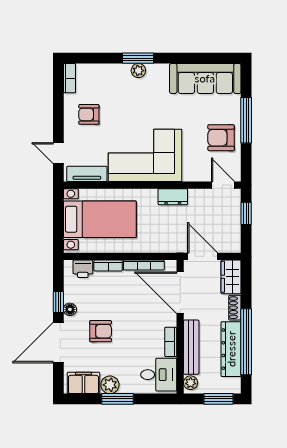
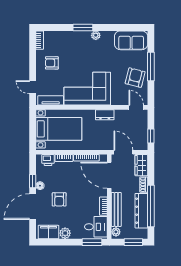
plant: (138, 71) -> (96, 35), moved
sofa: (205, 78) -> (131, 40), width x0.73
armchair: (221, 138) -> (135, 78), turned 104
window: (246, 213) -> (151, 136), moved
armchair: (101, 331) -> (59, 199), turned 90
window: (117, 399) -> (92, 242), moved

